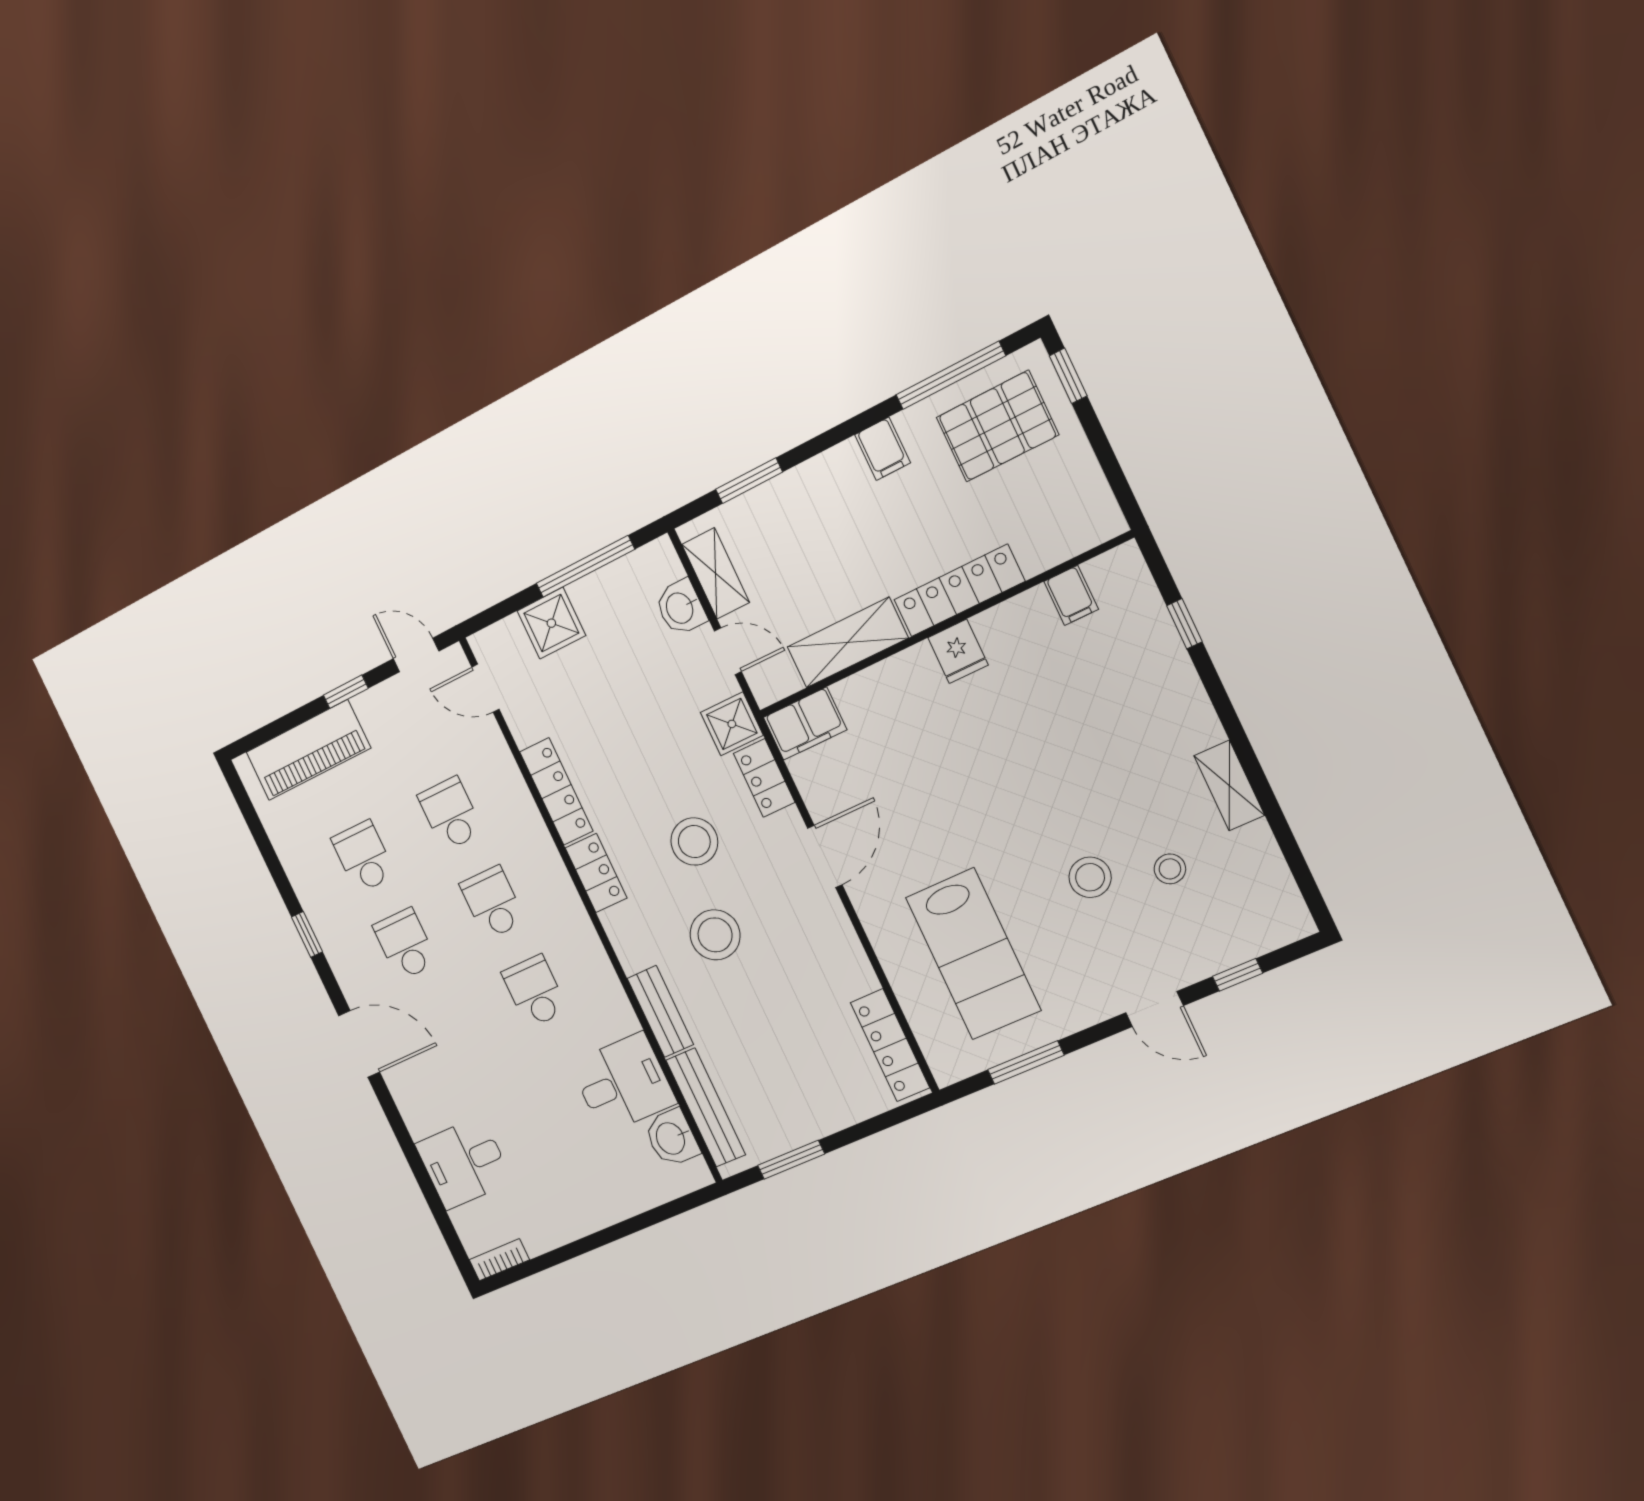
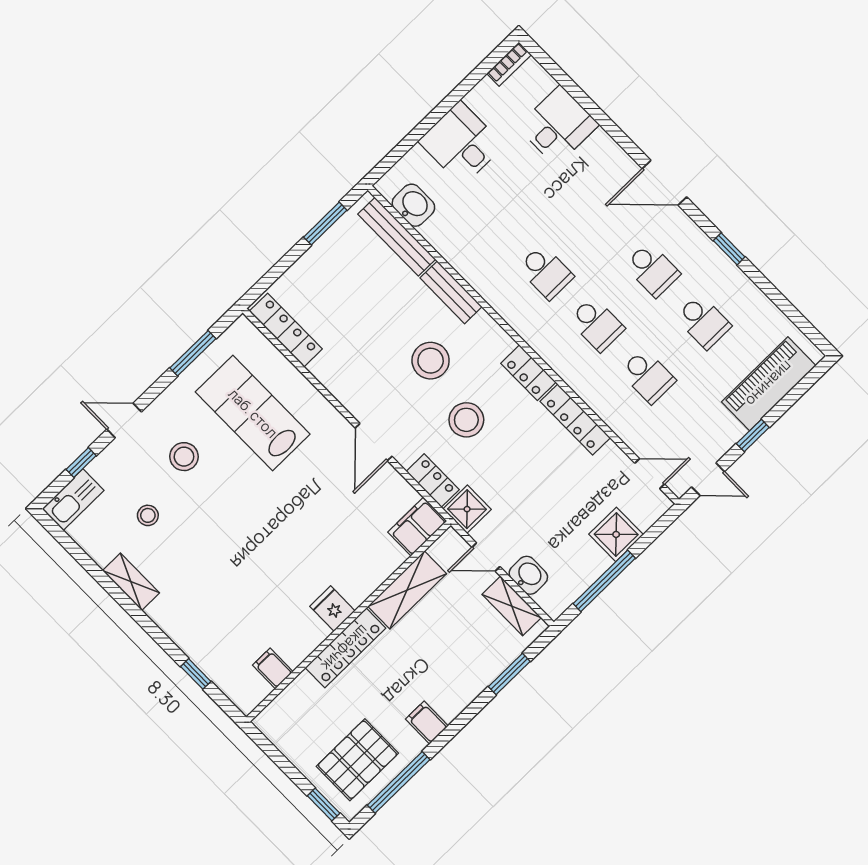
stool: (1090, 877) -> (184, 457), moved
kitchen sink: (1269, 929) -> (73, 500), added
desk: (623, 1083) -> (461, 143), moved, turned 90

